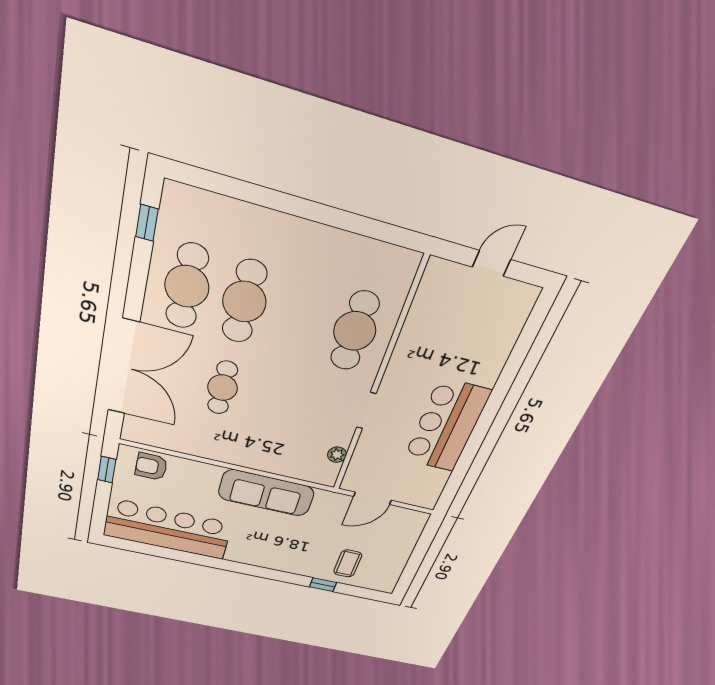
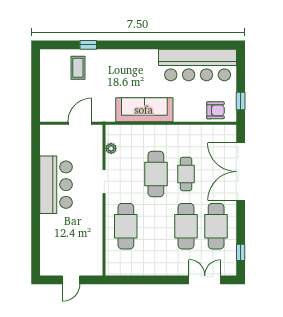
double door: (232, 187) -> (205, 280), added
cafe table: (275, 400) -> (156, 174), added

